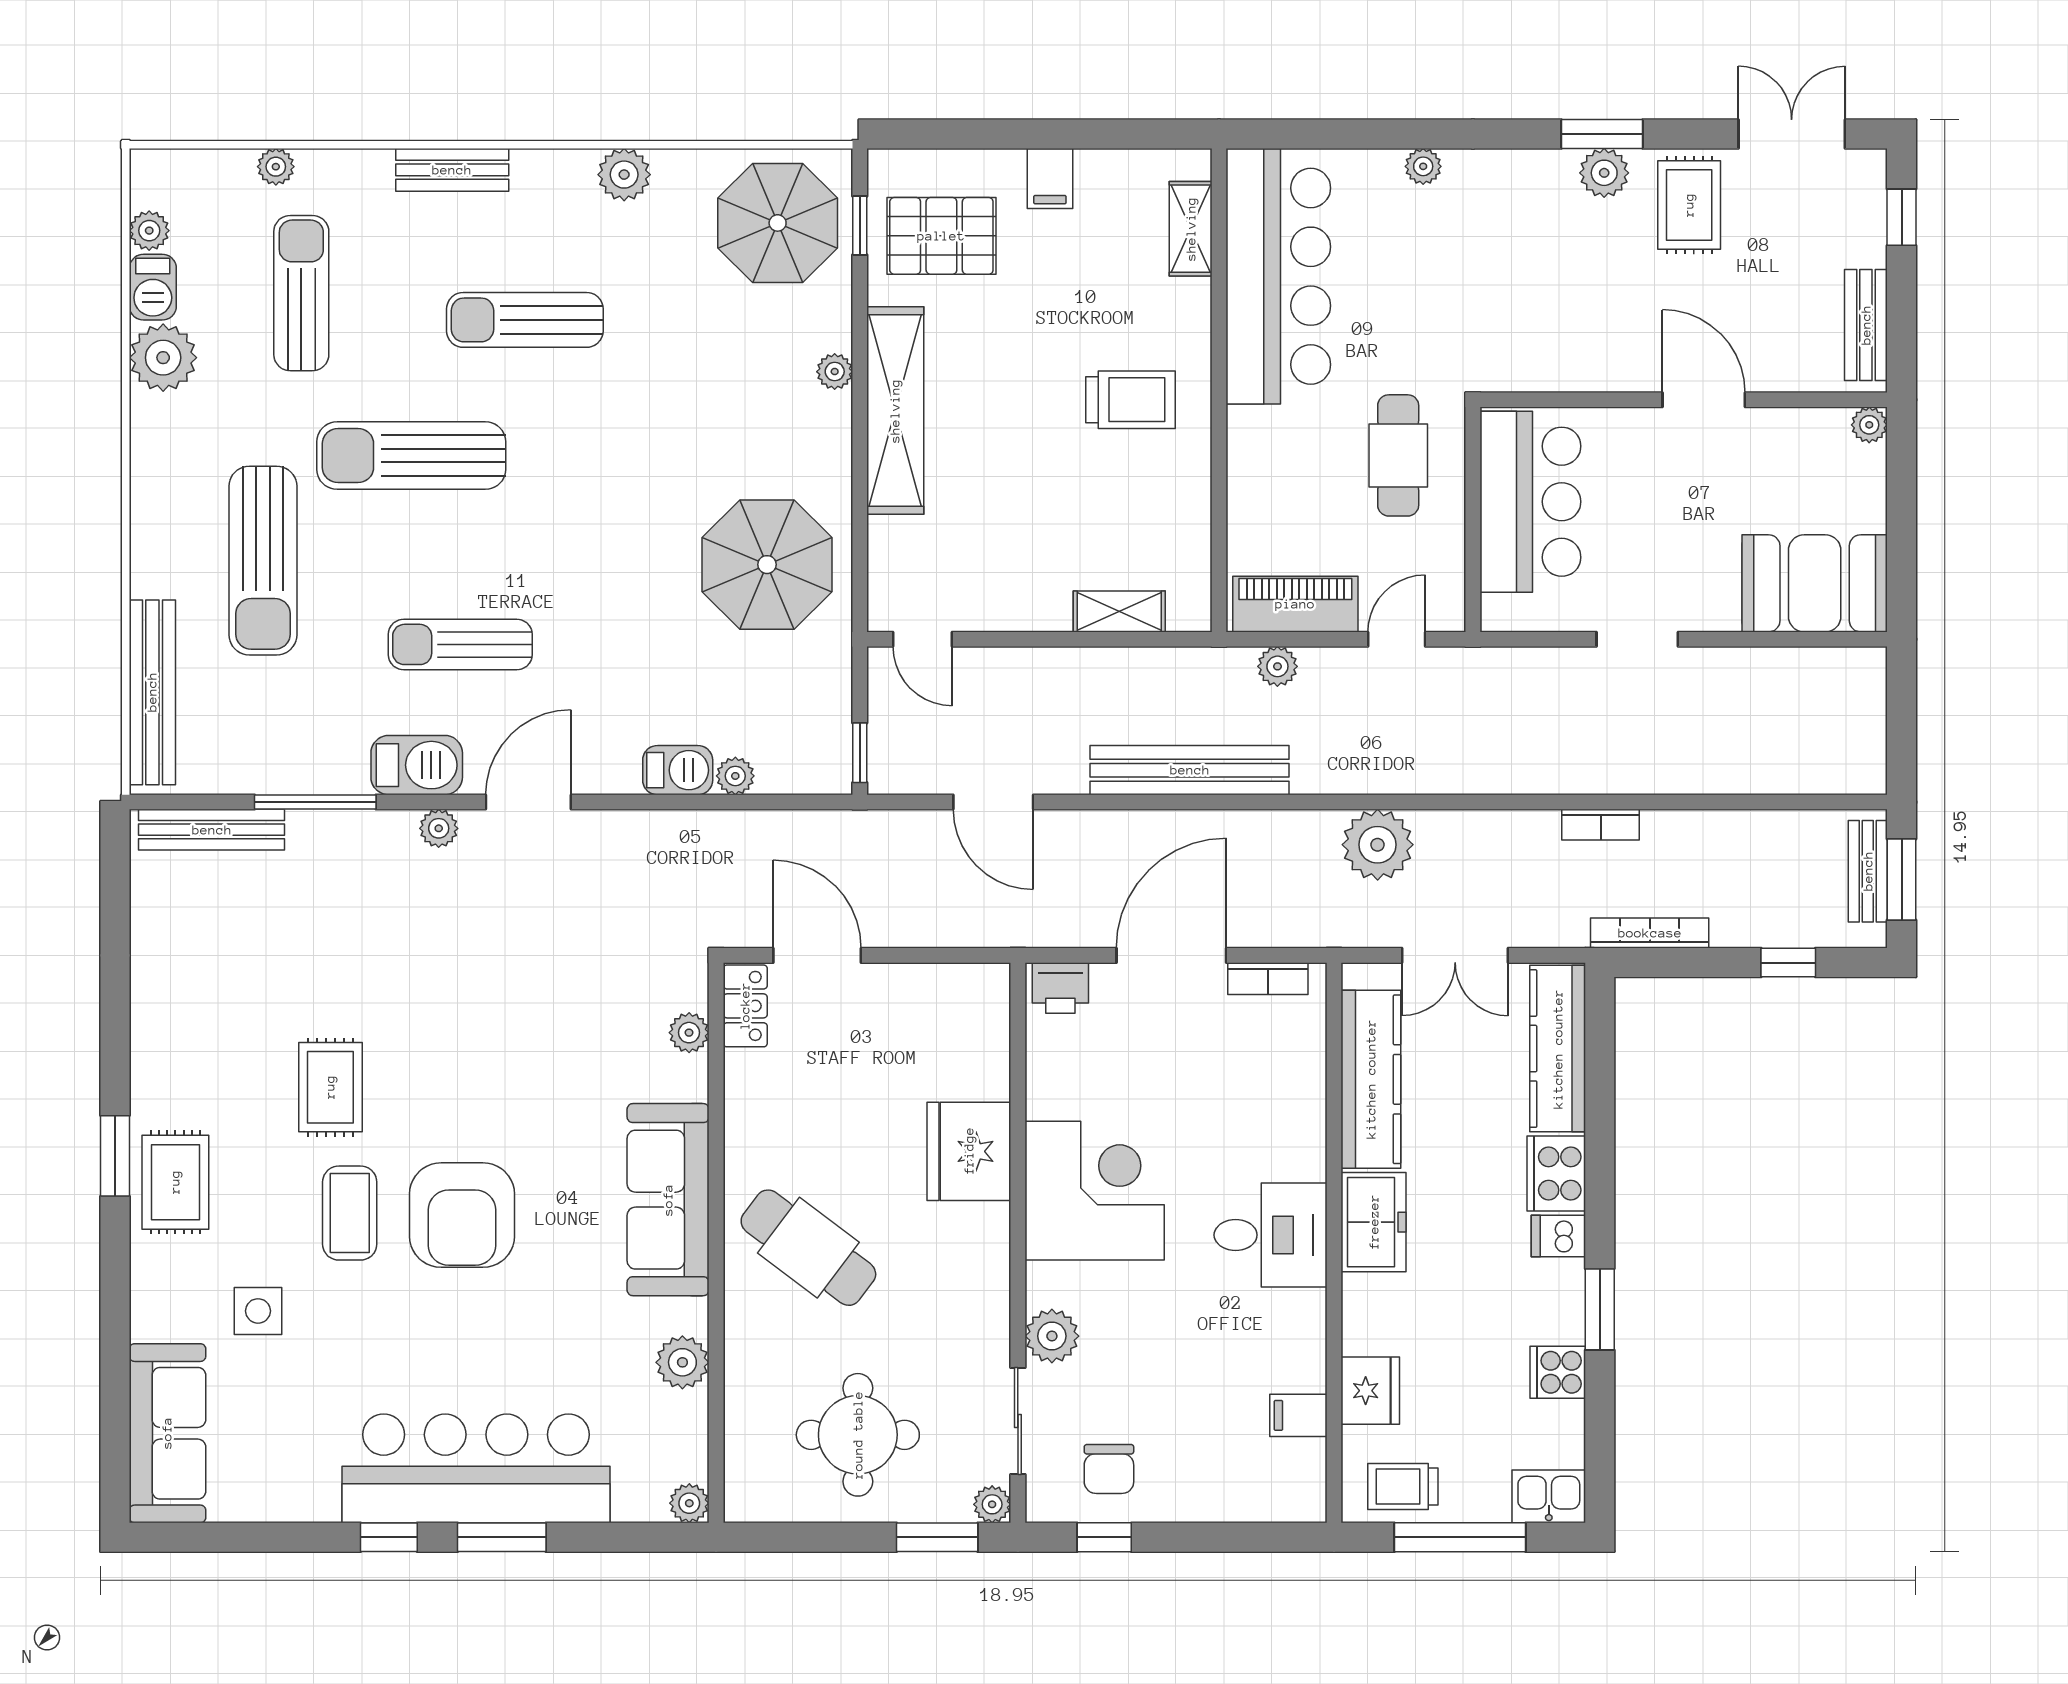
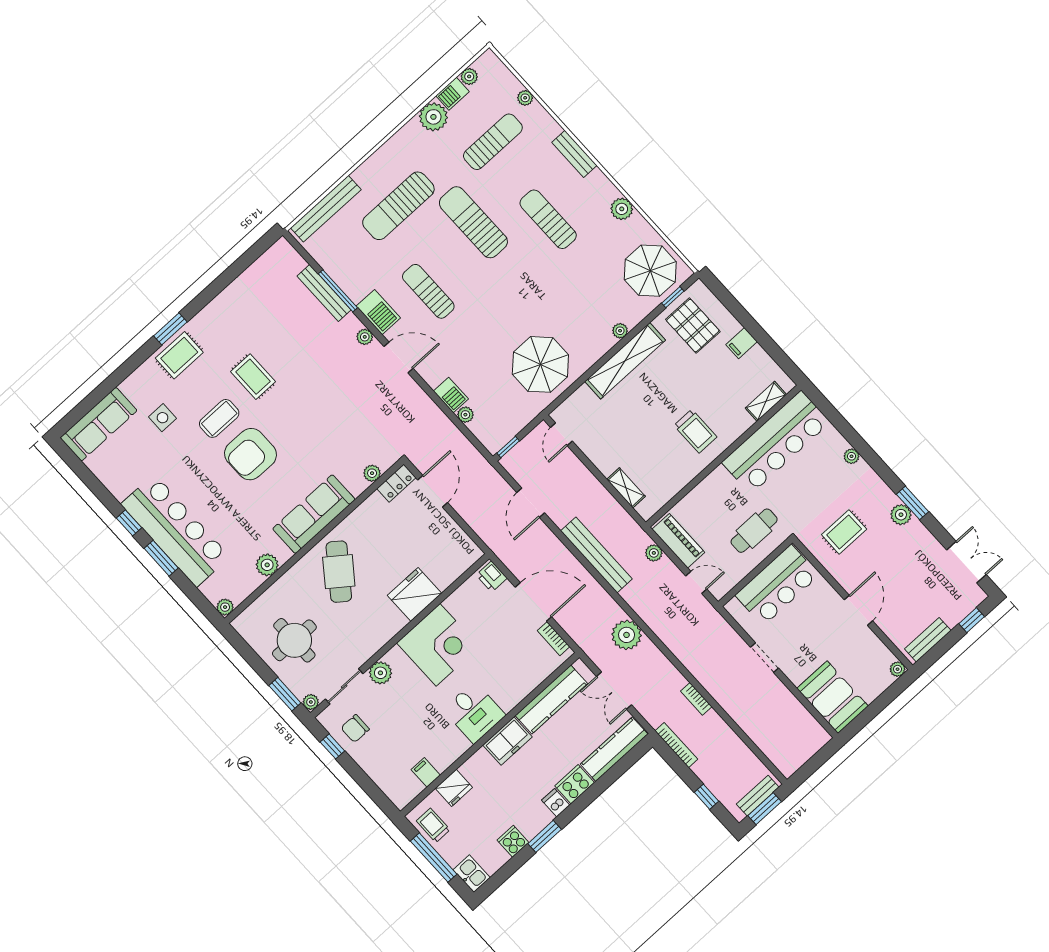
rug: (1689, 205) -> (844, 532), moved
bench: (212, 830) -> (324, 293), moved
rug: (330, 1087) -> (253, 377), turned 90

